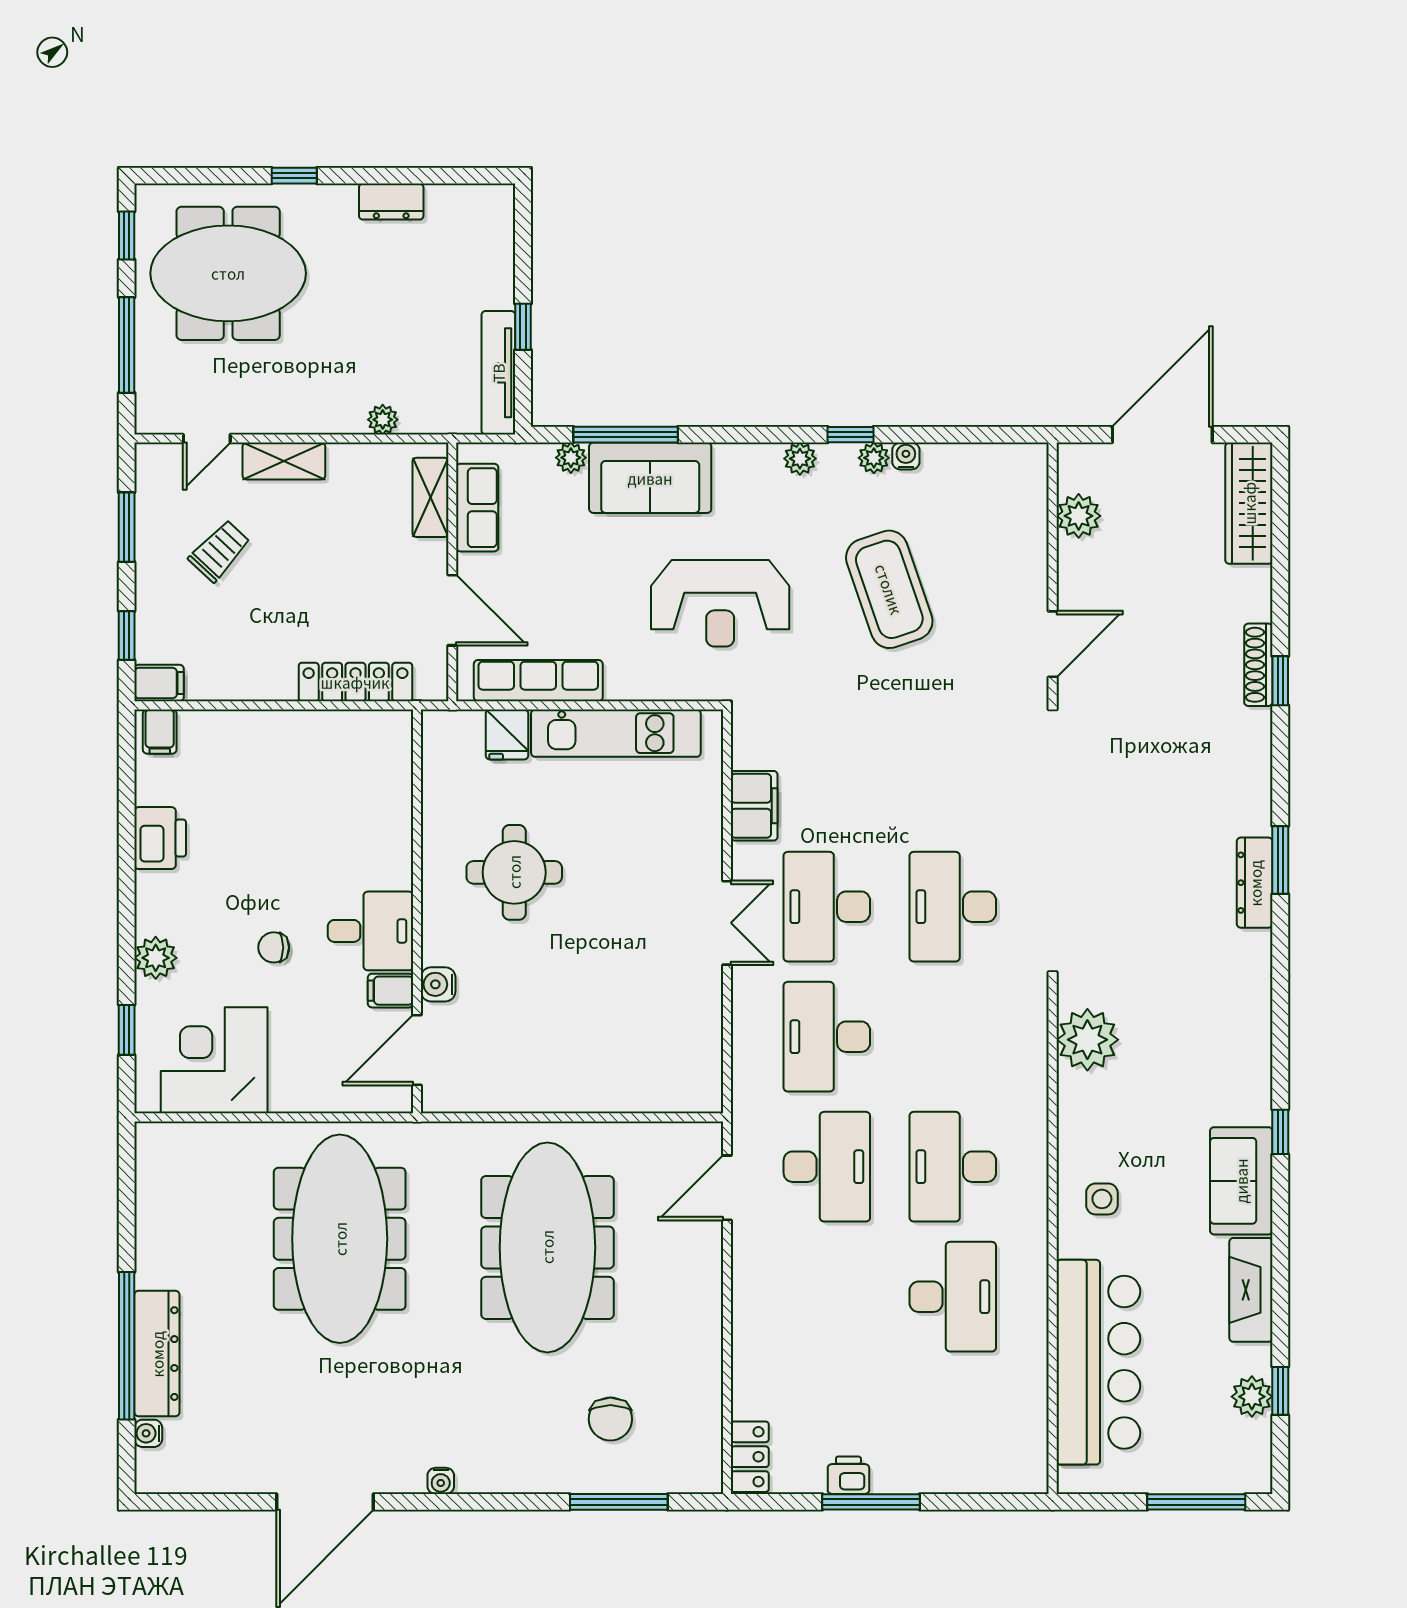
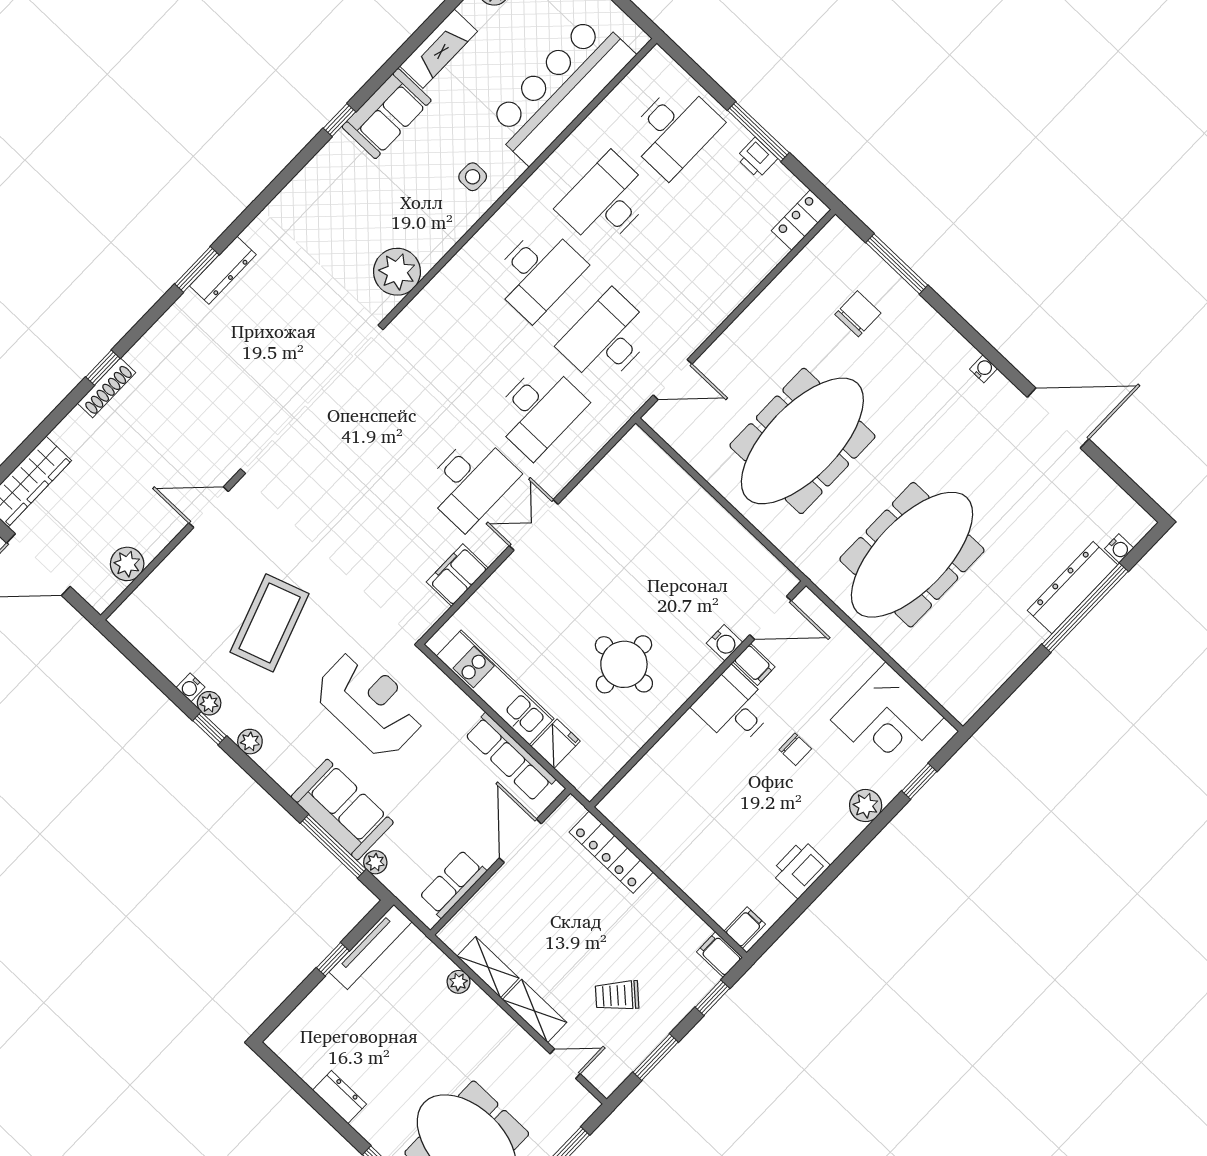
shelving: (430, 497) -> (488, 967), moved, turned 90
desk: (953, 907) -> (674, 130), moved

